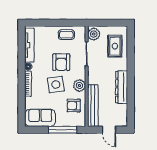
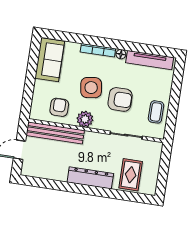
plant: (94, 34) -> (151, 149), removed
rug: (115, 46) -> (131, 175), turned 90
armchair: (61, 62) -> (120, 99), turned 180
dresser: (122, 87) -> (90, 178), moved
window: (63, 130) -> (29, 88), removed

